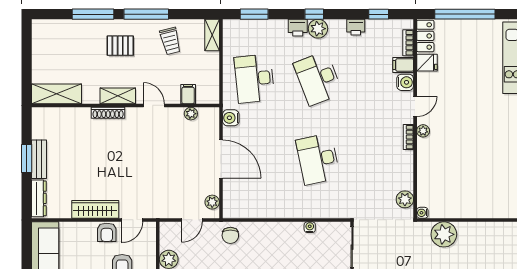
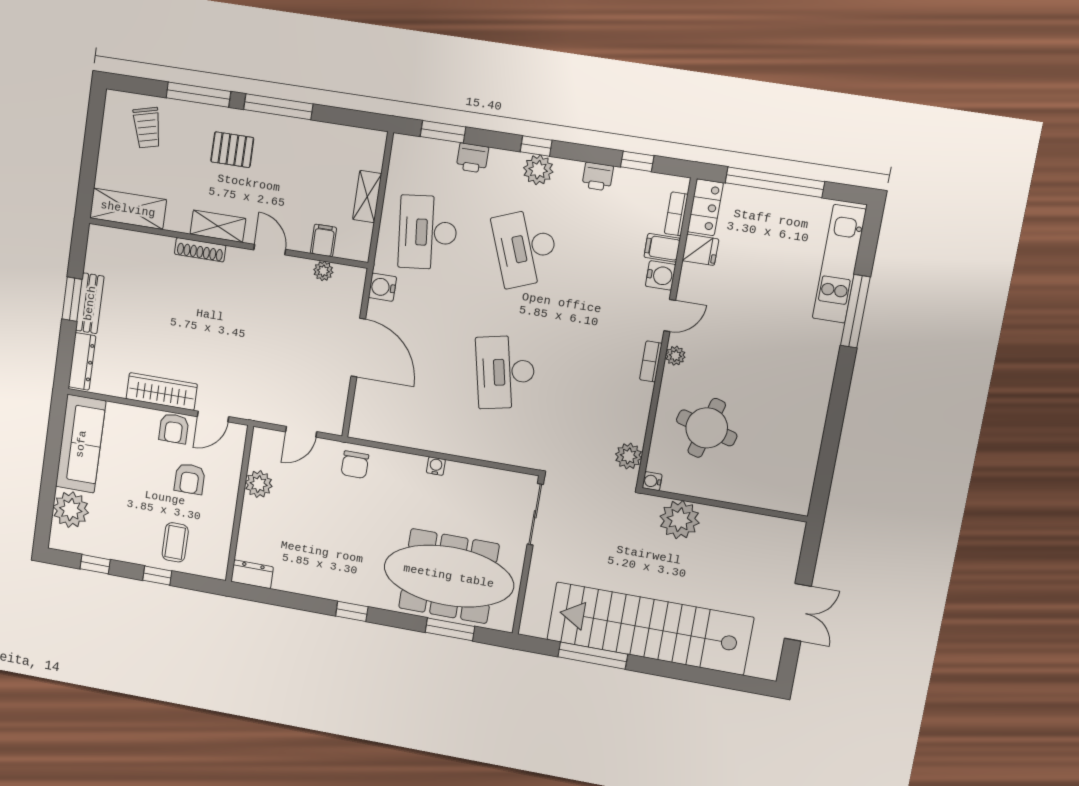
printer: (298, 28) -> (472, 158), moved
shelving: (212, 35) -> (367, 197), moved
trolley: (170, 41) -> (147, 128), moved
round table: (450, 173) -> (707, 428), added
plant: (212, 202) -> (335, 410), removed
water cooler: (310, 227) -> (436, 466), moved

